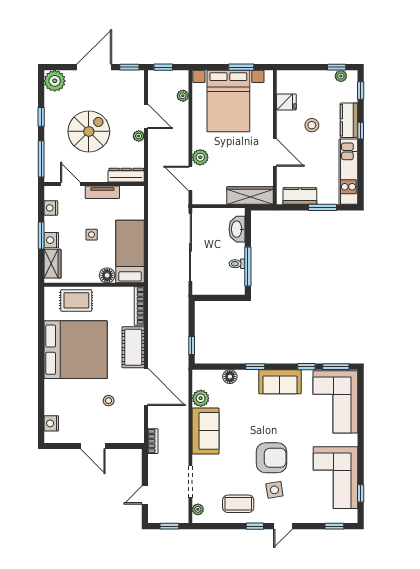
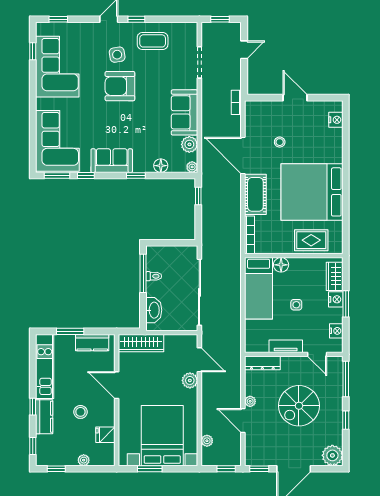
plant: (341, 76) -> (84, 460), moved
plant: (198, 509) -> (192, 167), moved

